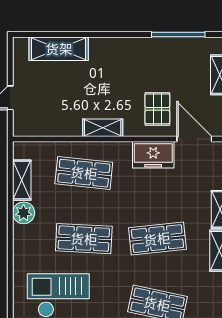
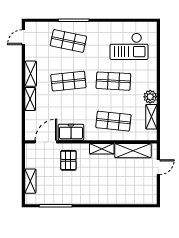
shelving: (59, 49) -> (133, 151), moved
door: (194, 139) -> (46, 142), swing flipped

